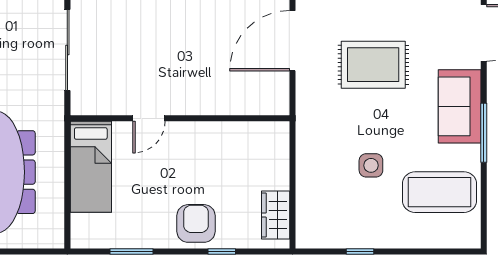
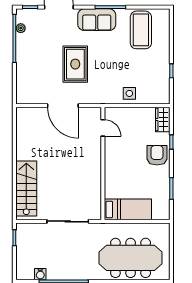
door: (149, 118) -> (103, 128), moved
side table: (371, 165) -> (129, 93), moved
wardrobe: (276, 215) -> (163, 119), moved, turned 90
armchair: (196, 223) -> (157, 155), turned 90

